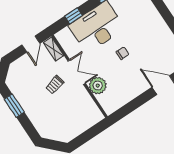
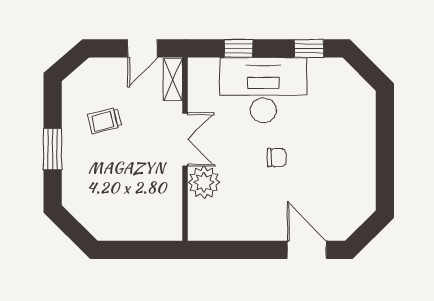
trolley: (55, 85) -> (105, 121), moved
window: (14, 106) -> (53, 149), moved

